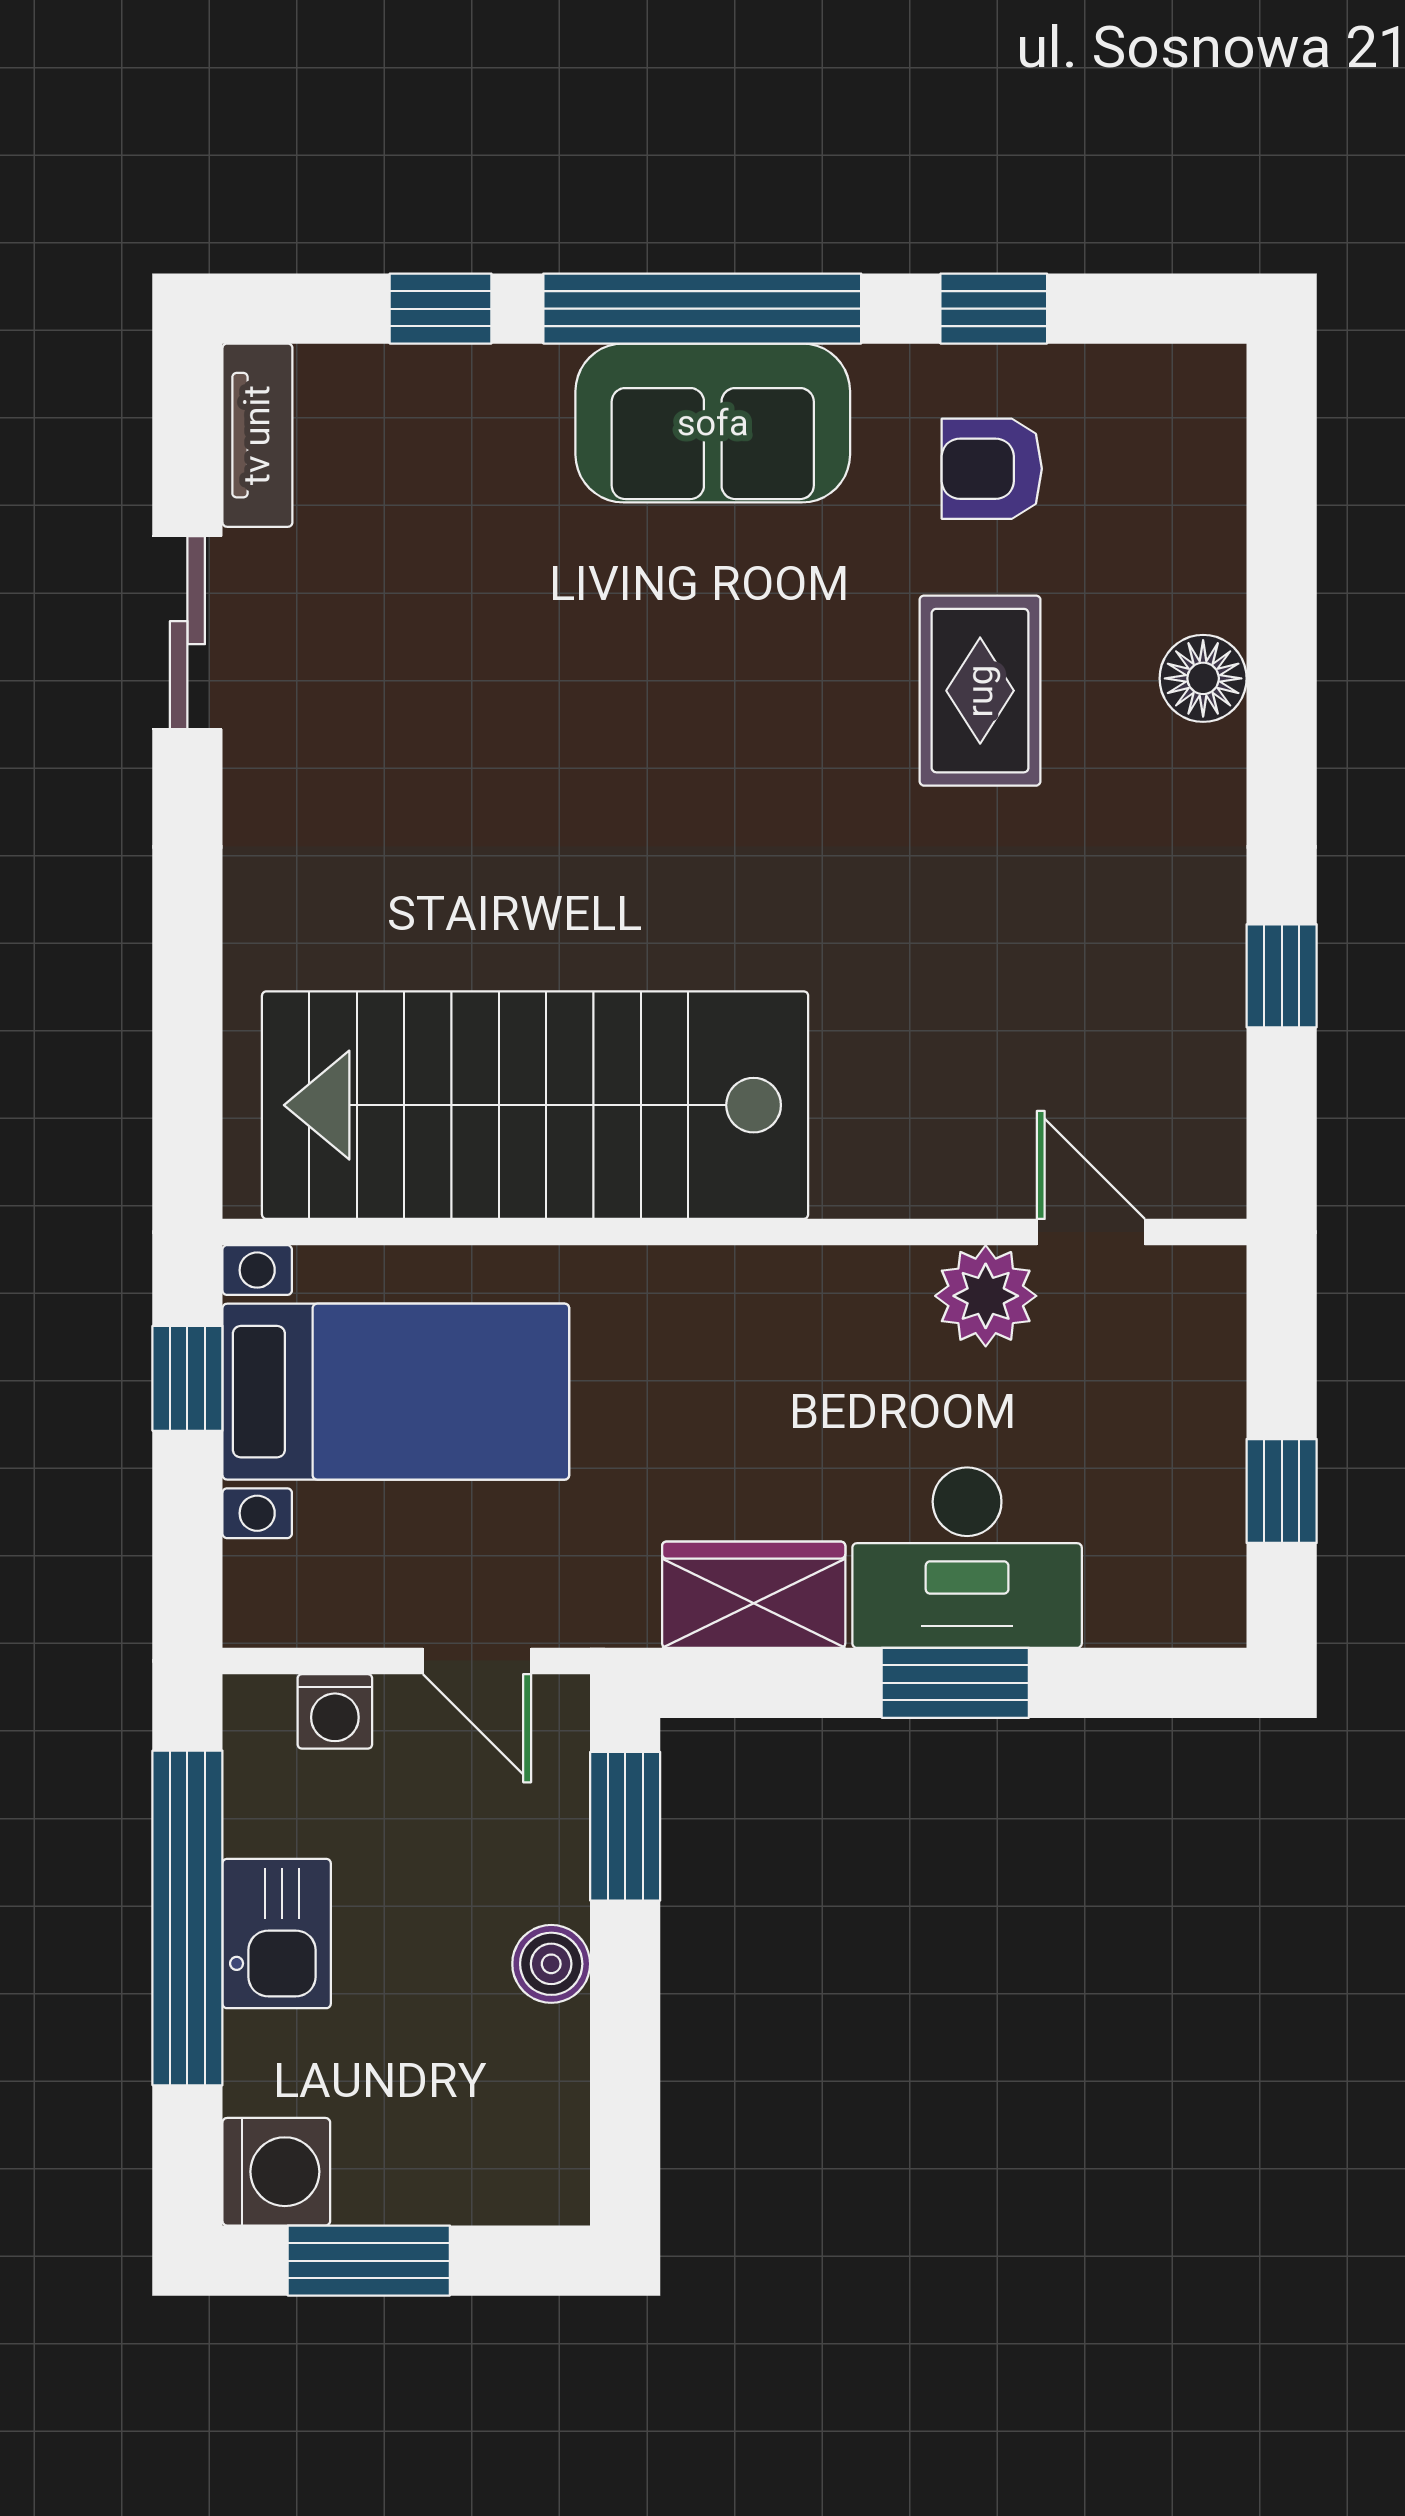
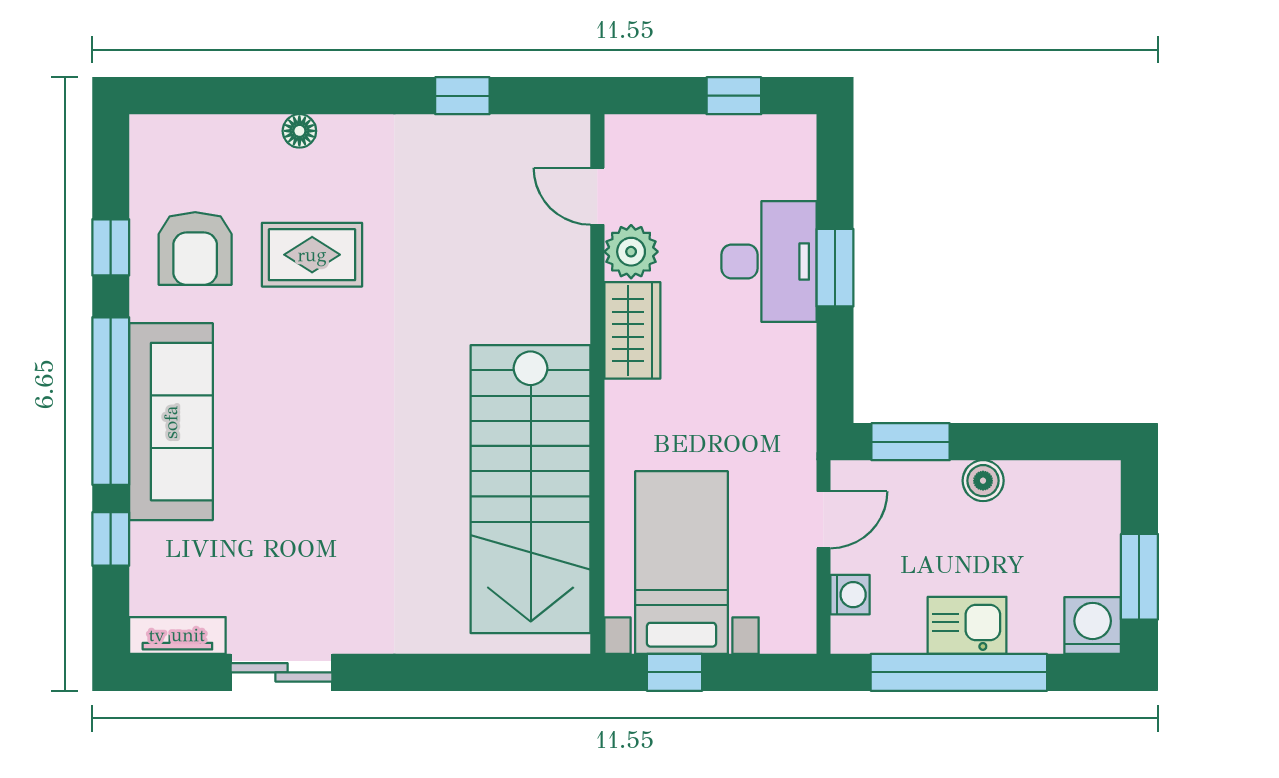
sofa: (713, 423) -> (171, 422), width x1.36
armchair: (992, 469) -> (195, 248), width x1.38, depth x1.38
floor lamp: (1203, 678) -> (299, 131), width x0.73, depth x0.73
door: (1091, 1232) -> (597, 196), hinge flipped
wardrobe: (754, 1595) -> (632, 330), moved, turned 180

